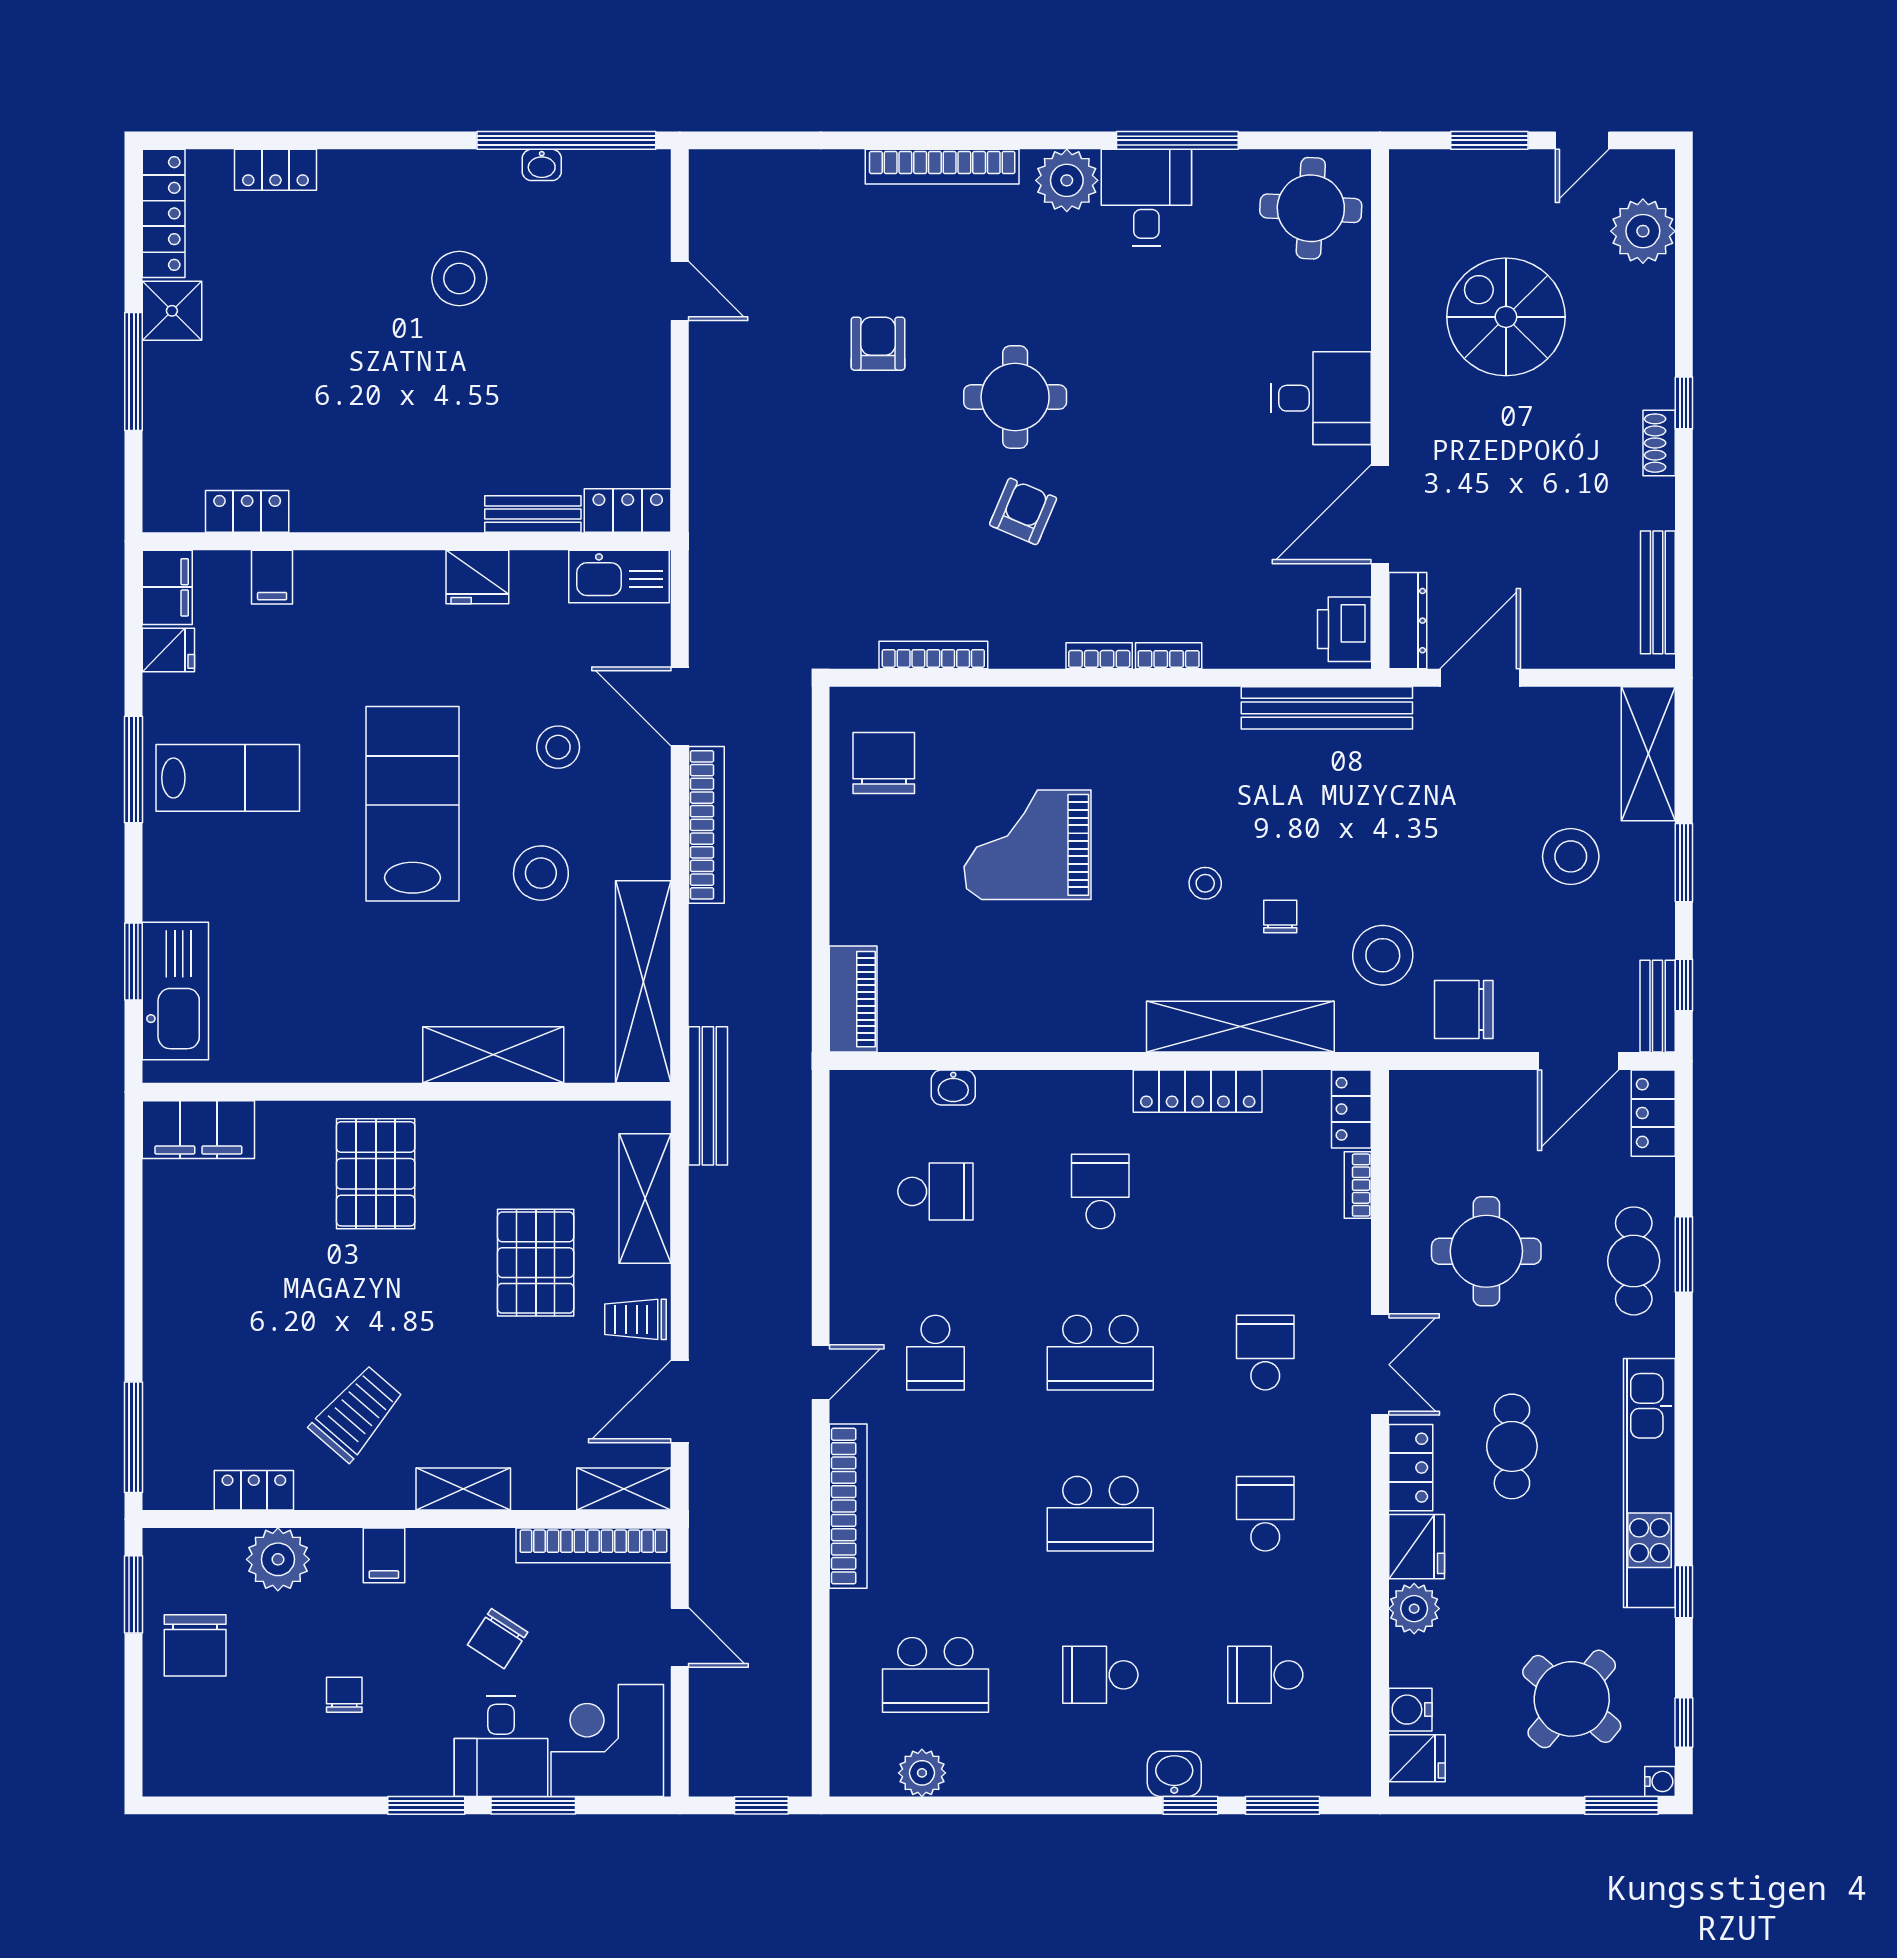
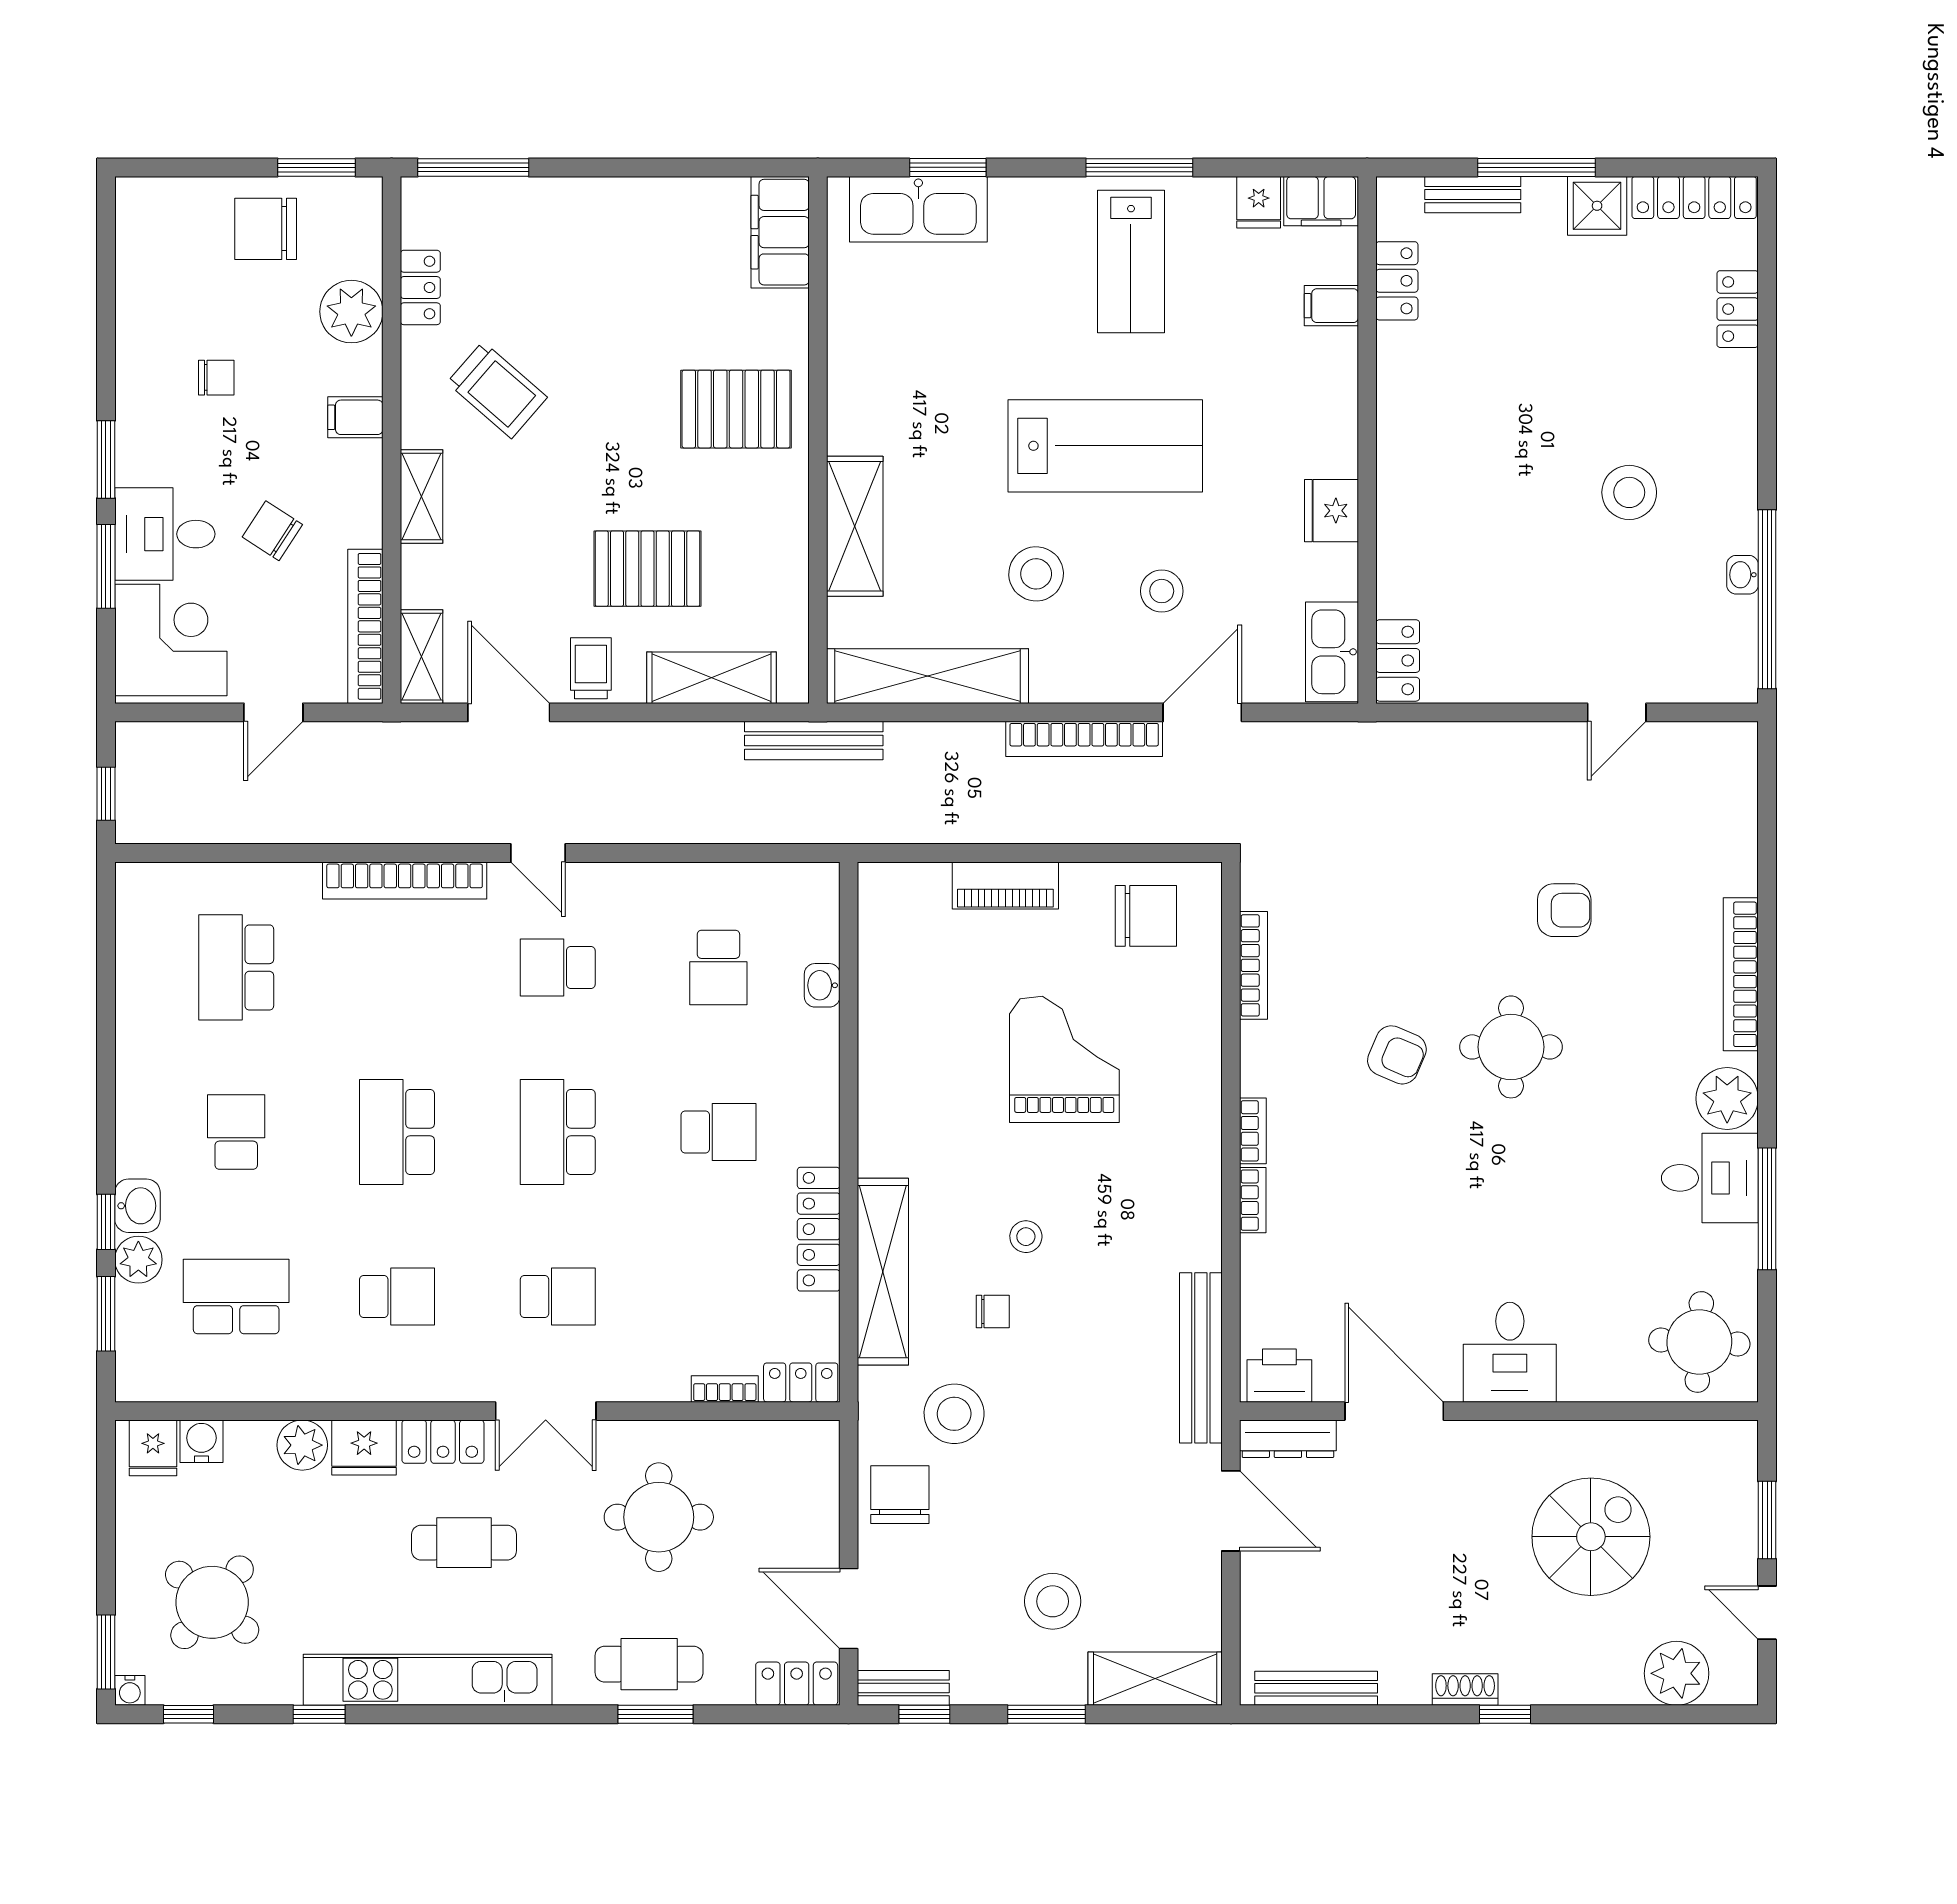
bench: (533, 514) -> (1473, 195), moved, turned 90
piano: (853, 999) -> (1005, 885), moved
school desk: (1265, 1675) -> (236, 1297), width x1.85
plant: (922, 1773) -> (138, 1260), moved

